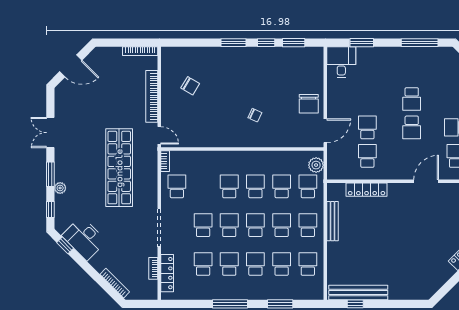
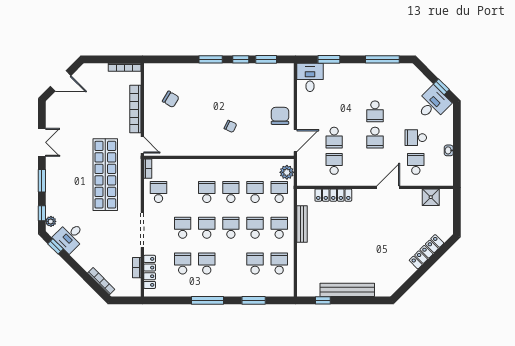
chair: (309, 104) -> (280, 116), turned 180
school desk: (367, 127) -> (334, 138), turned 180
double door: (50, 133) -> (42, 142), swing flipped
plant: (60, 188) -> (51, 221), moved
desk: (84, 238) -> (70, 237), width x0.73
school desk: (255, 264) -> (231, 264), removed
bench: (358, 293) -> (347, 290), moved

